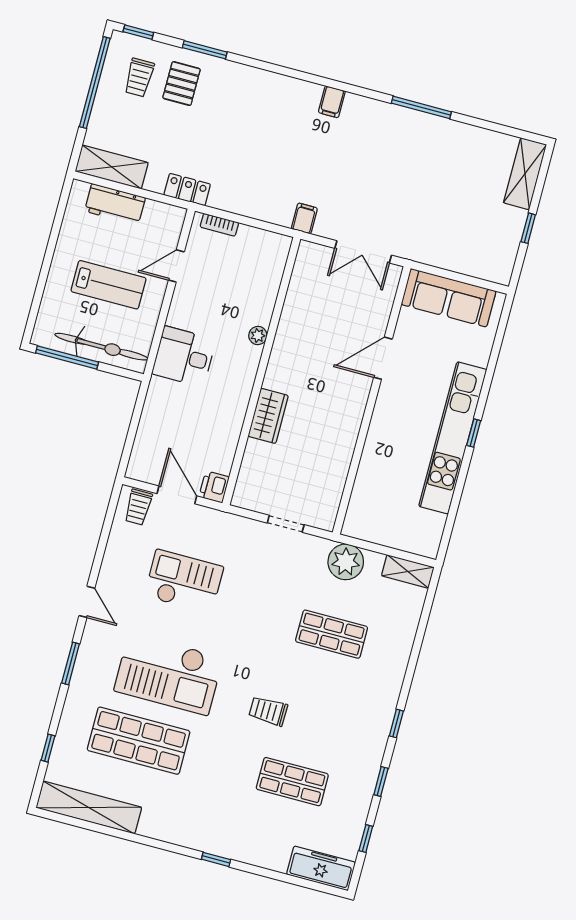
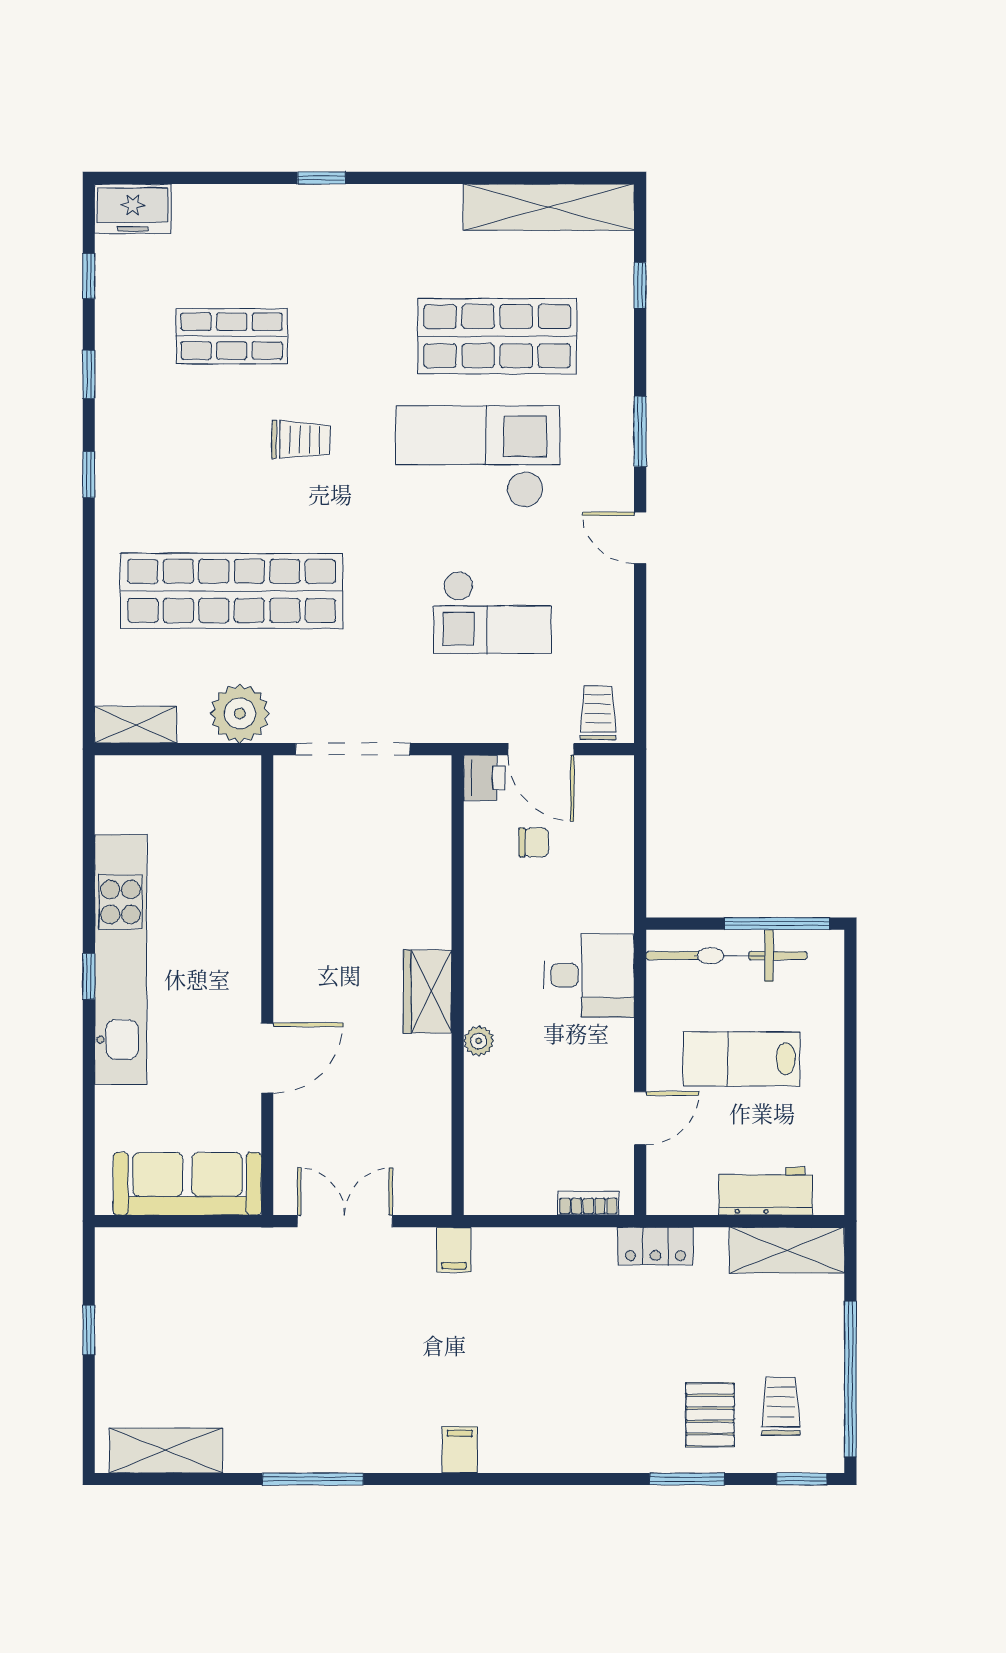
shelving: (525, 174) -> (166, 1450), moved, turned 90
wardrobe: (268, 416) -> (428, 992), moved
chair: (195, 442) -> (534, 842), added
doorway: (286, 524) -> (353, 749), width x1.87
shop shelf: (332, 634) -> (232, 591), width x2.00, depth x1.36
freezer: (321, 868) -> (133, 209), width x0.71

